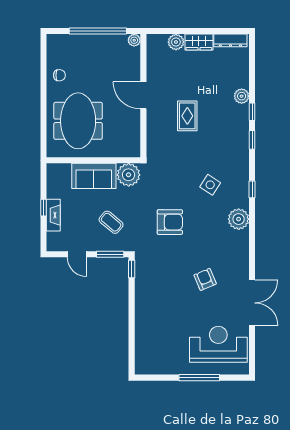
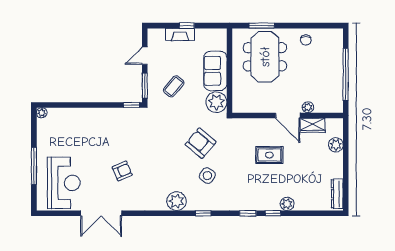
plant: (134, 40) -> (308, 107), moved
wardrobe: (199, 42) -> (313, 125), moved, turned -90
door: (143, 95) -> (288, 115), swing flipped
meeting table: (78, 121) -> (265, 57), turned 90
window: (44, 125) -> (262, 26), added
armchair: (170, 222) -> (201, 143), moved, turned 130
plant: (140, 369) -> (42, 113), added

